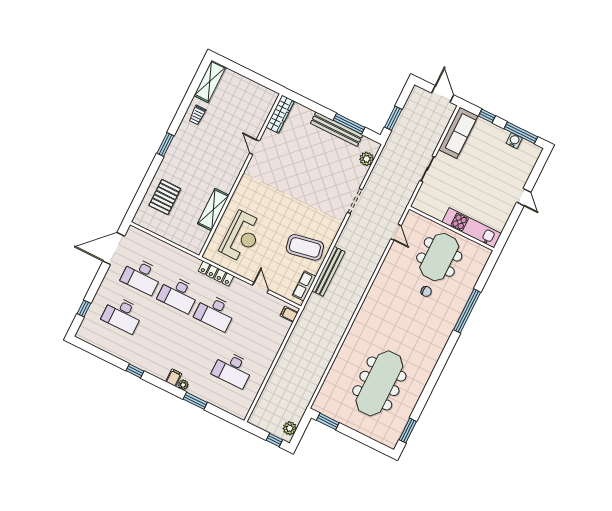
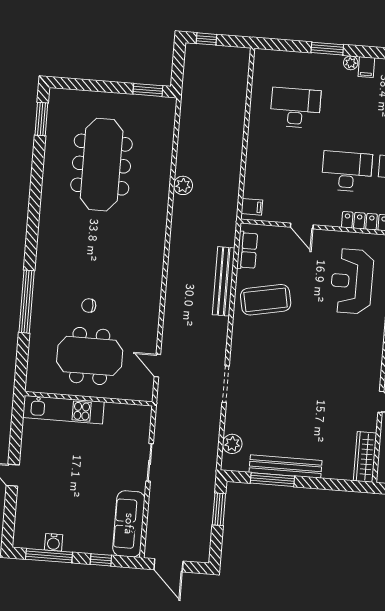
meeting table: (439, 257) -> (90, 356), turned 90
plant: (290, 428) -> (183, 185), moved

